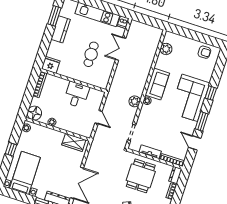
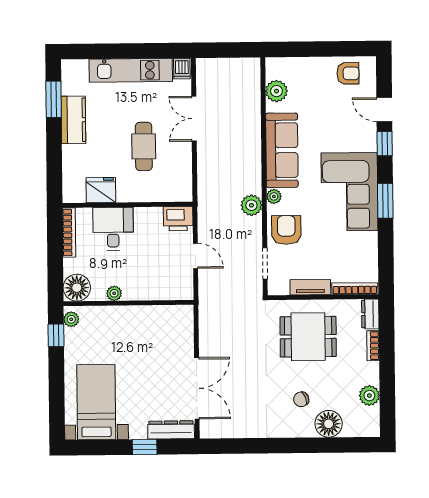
fridge: (51, 65) -> (101, 190), moved
sofa: (157, 84) -> (282, 150), width x1.36
desk: (77, 95) -> (113, 229), moved
printer: (96, 96) -> (178, 219), added
corner sofa: (190, 98) -> (350, 192), moved
armchair: (148, 119) -> (286, 230), added
wardrobe: (74, 142) -> (166, 317), removed
door: (195, 143) -> (384, 110), moved
window: (11, 149) -> (56, 335), moved
dining table: (141, 176) -> (308, 337), turned 90

